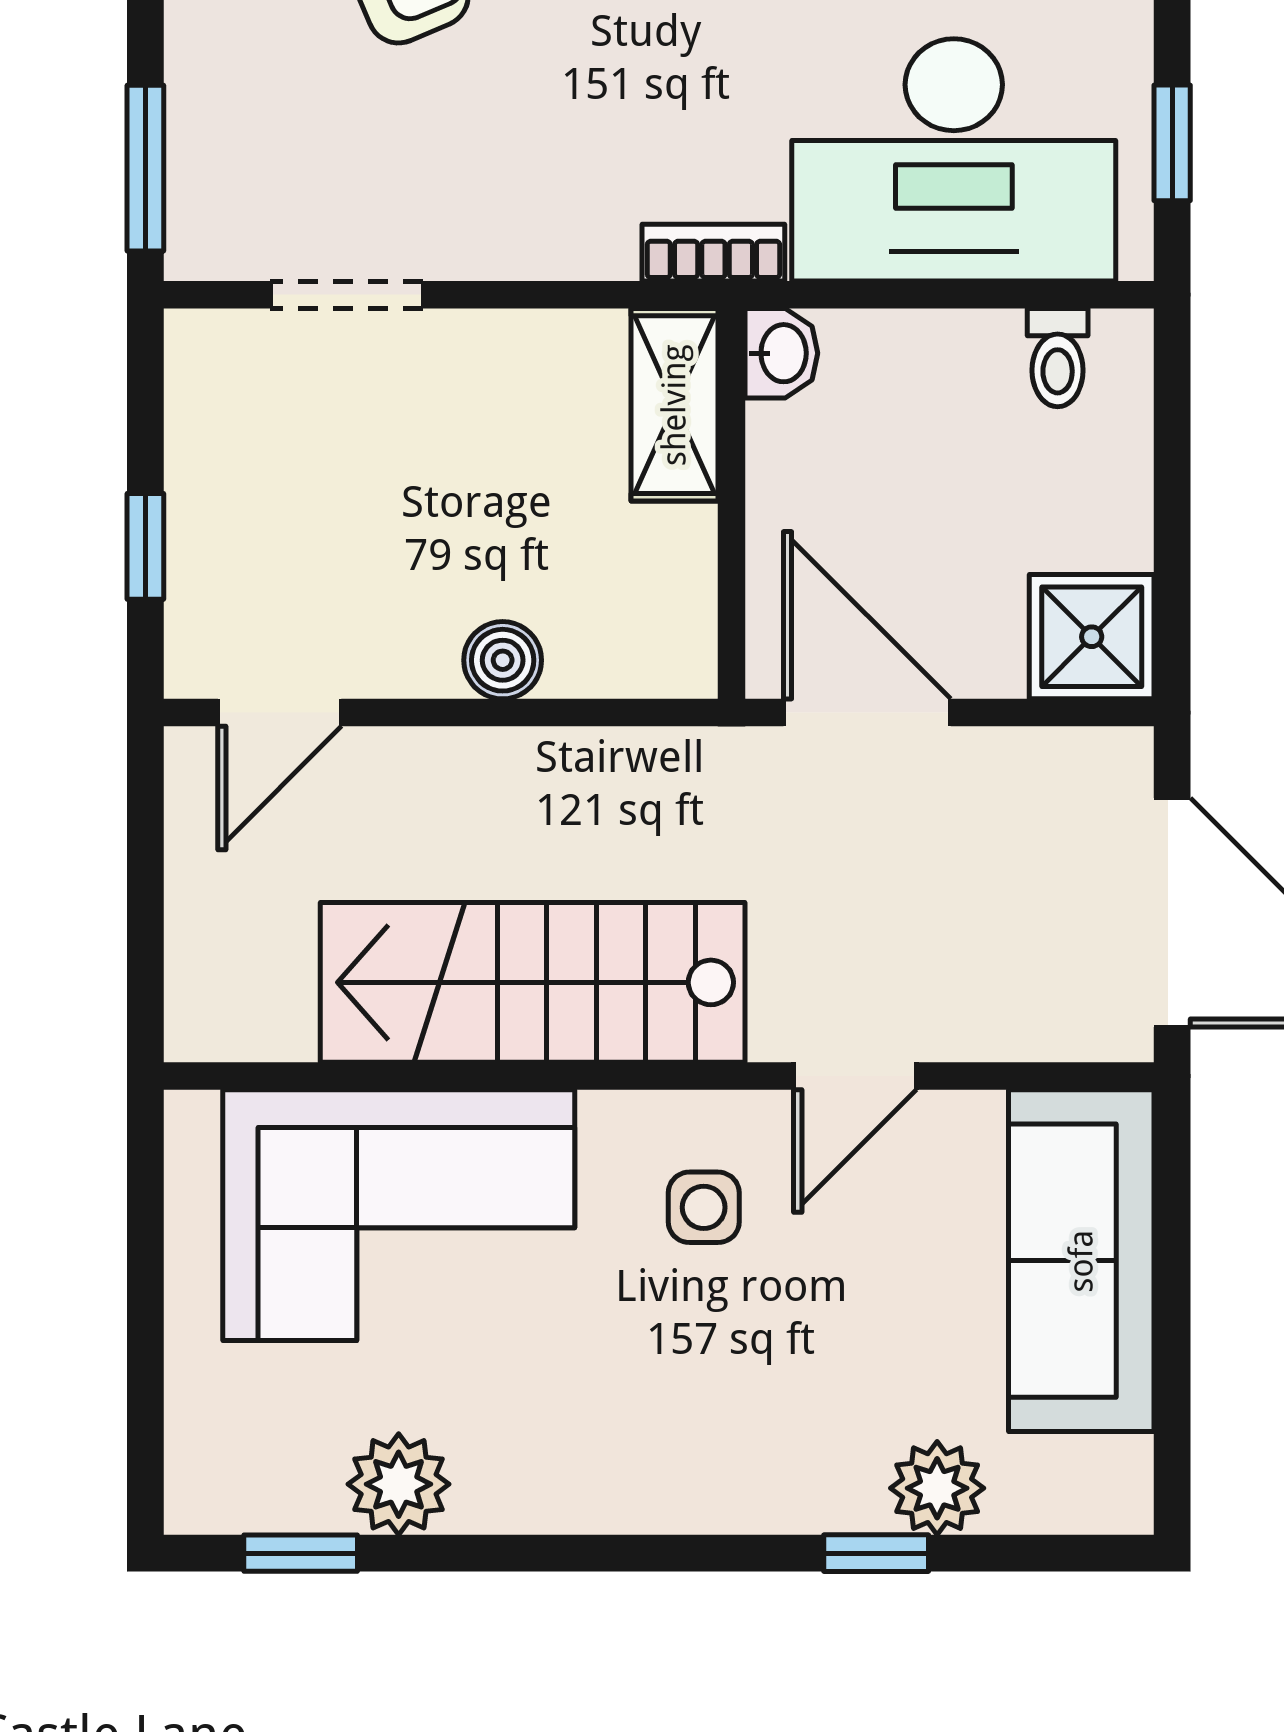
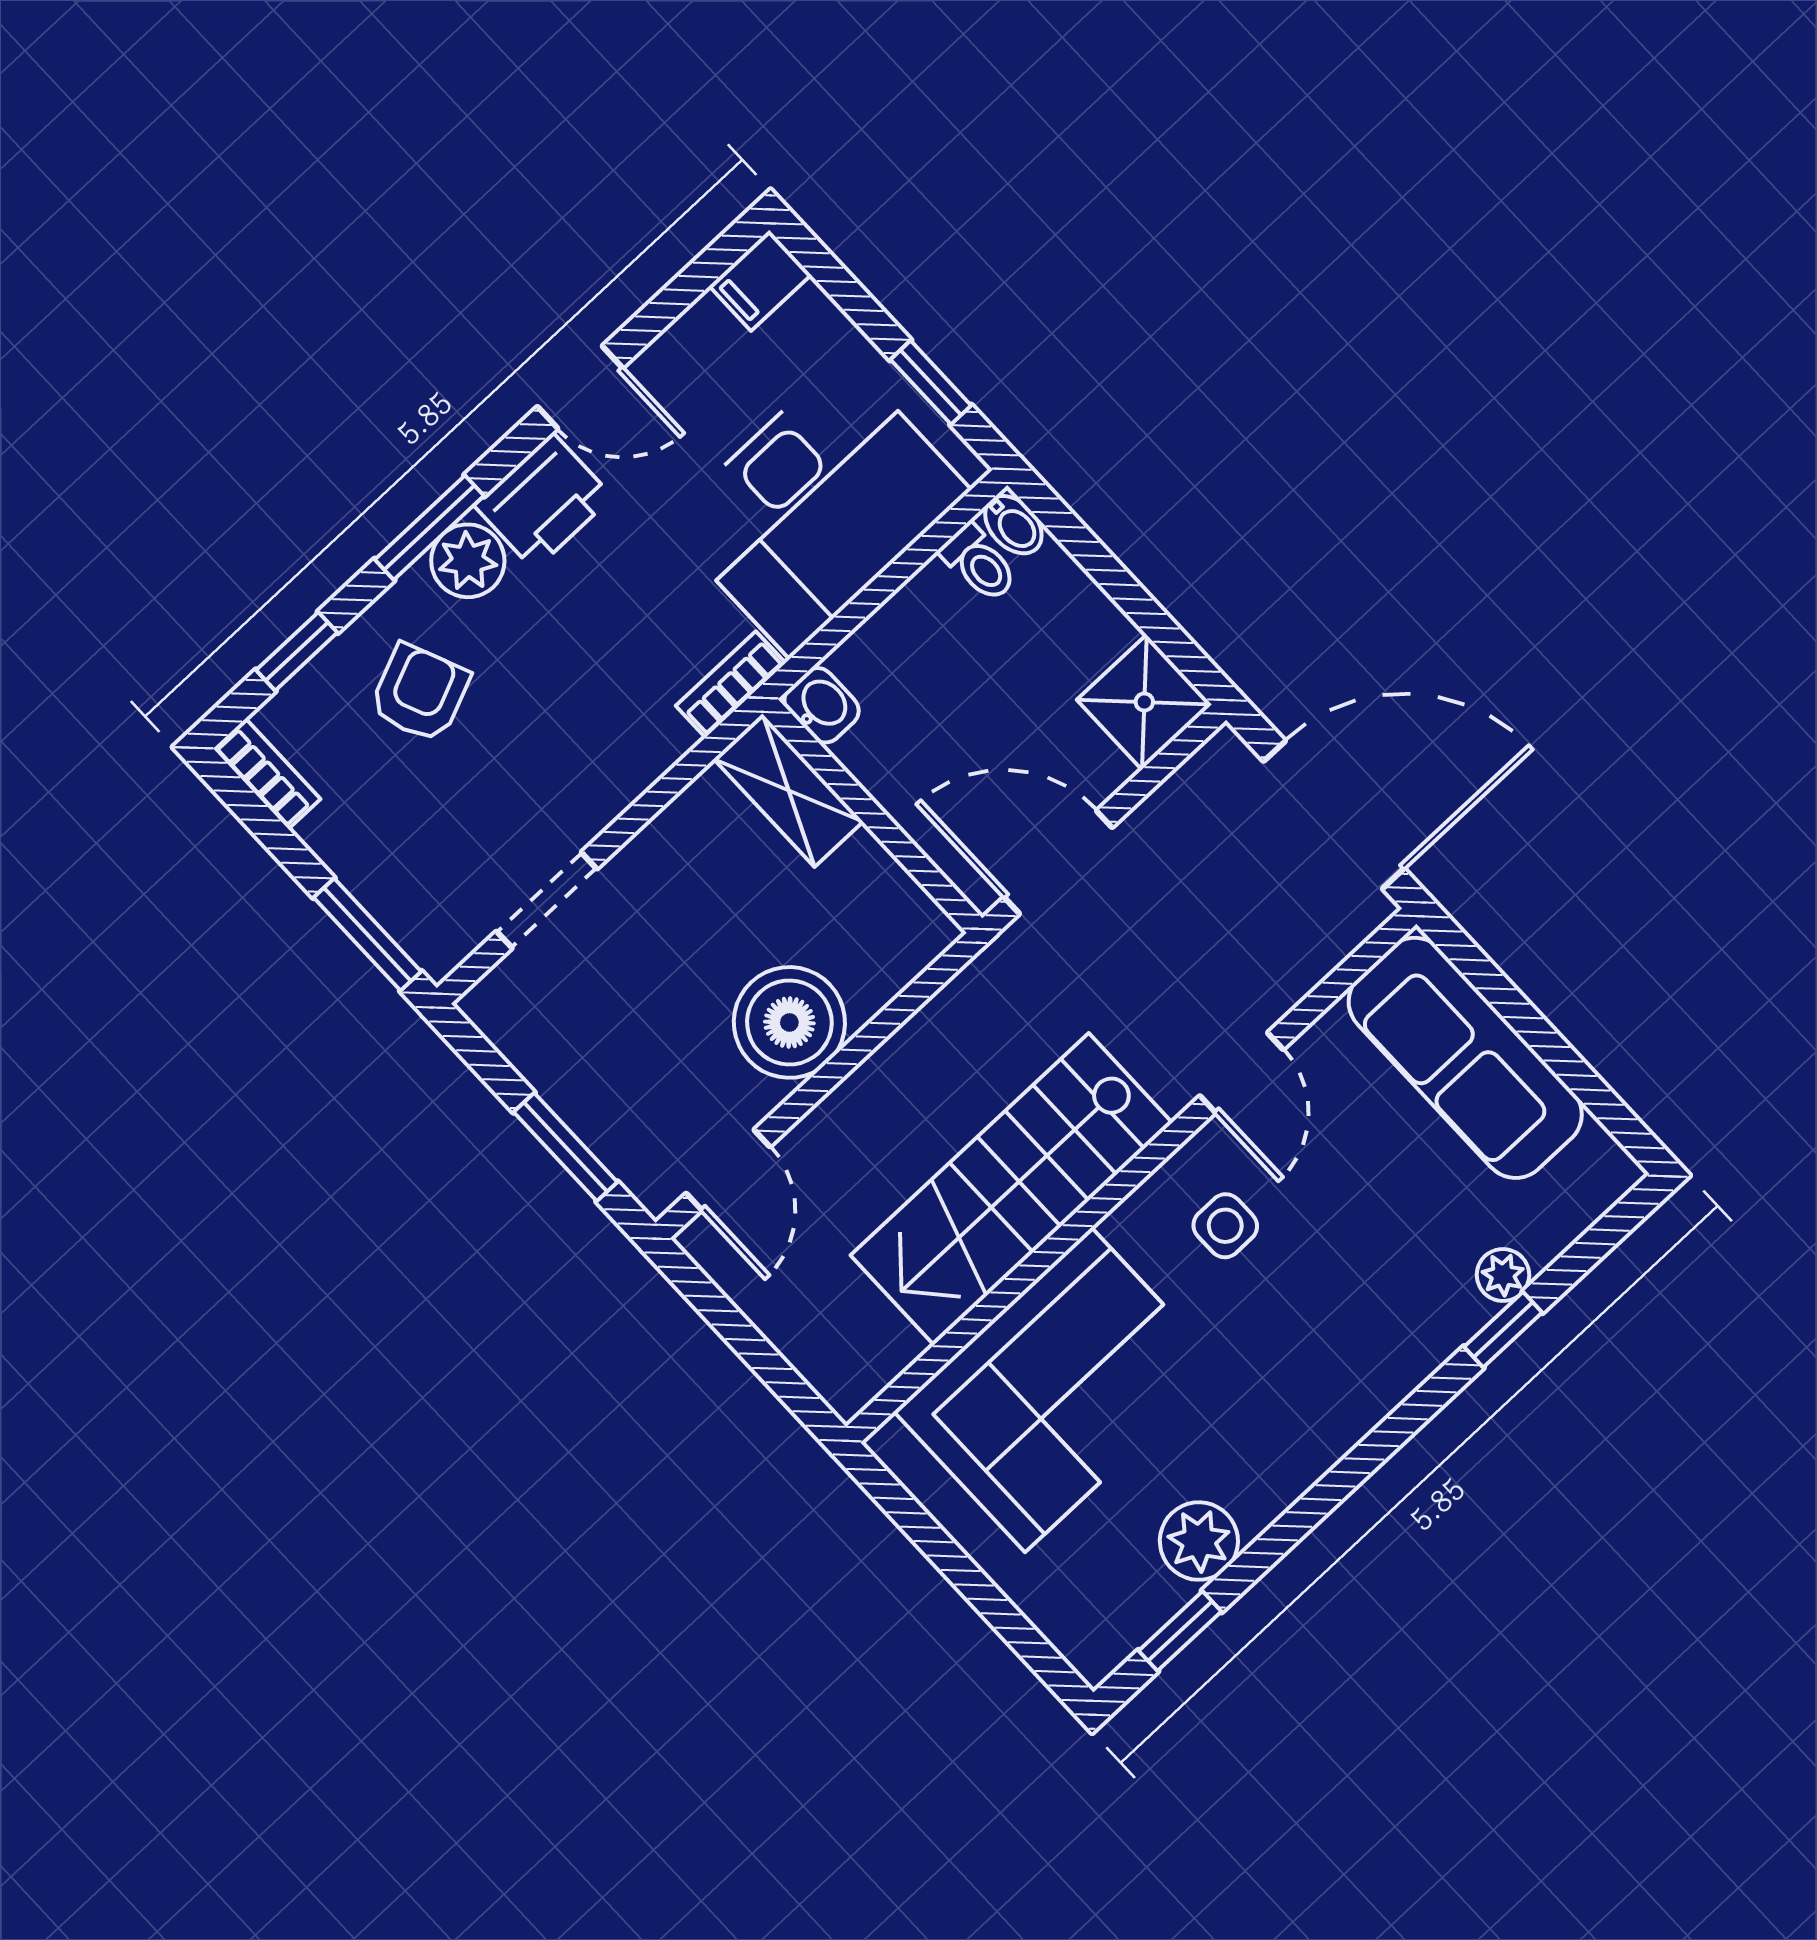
bidet: (1125, 352) -> (1013, 525), added
window: (145, 546) -> (566, 1147), width x1.50
boiler: (503, 660) -> (789, 1022), width x1.86, depth x1.86
plant: (937, 1488) -> (1503, 1275), width x0.73, depth x0.73

